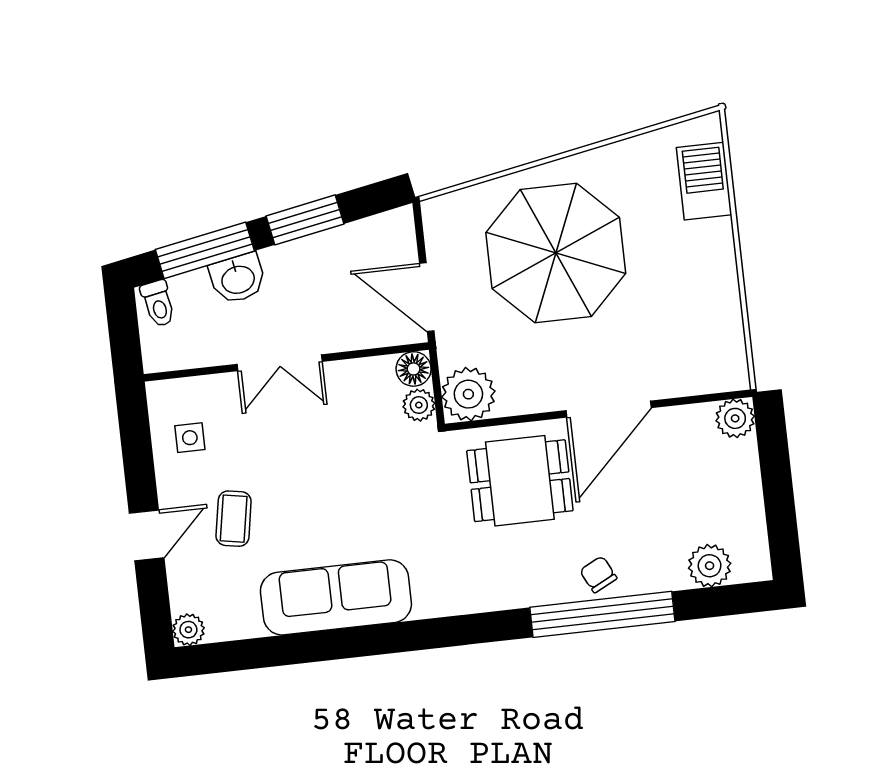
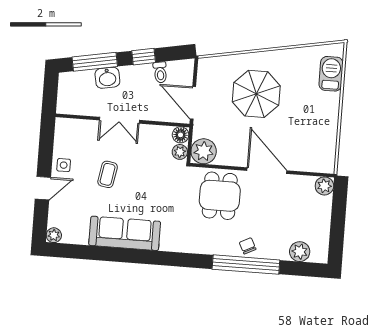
window: (305, 220) -> (144, 57), width x0.67
parasol: (556, 253) -> (256, 94), width x0.73, depth x0.73
toilet: (158, 303) -> (160, 72), moved
door: (609, 409) -> (267, 171), swing flipped
side table: (190, 438) -> (64, 165), moved
dining table: (520, 481) -> (220, 196), turned 90
coffee table: (234, 519) -> (108, 174), moved

